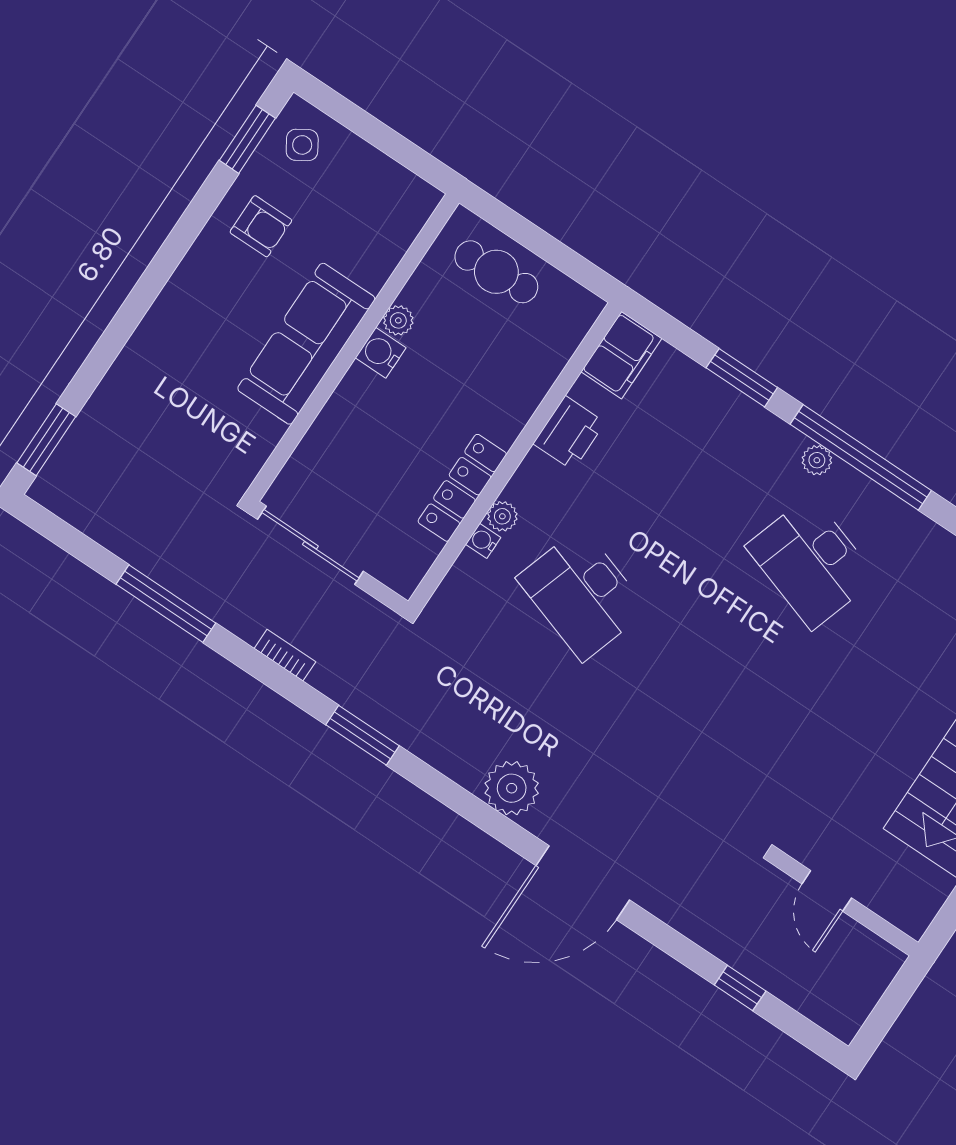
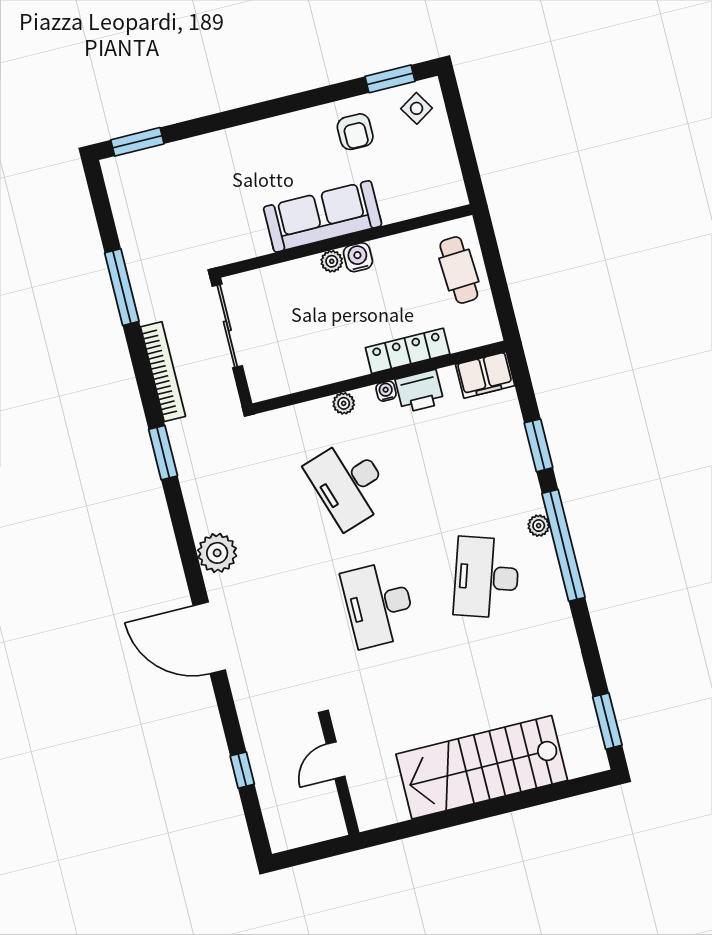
plant: (398, 320) -> (332, 261), moved
locker: (462, 488) -> (408, 351), moved
water cooler: (483, 541) -> (386, 391), moved
desk: (582, 594) -> (349, 483), turned -36
bookcase: (285, 655) -> (163, 372), width x2.31, depth x1.31
desk: (726, 690) -> (379, 604), added

